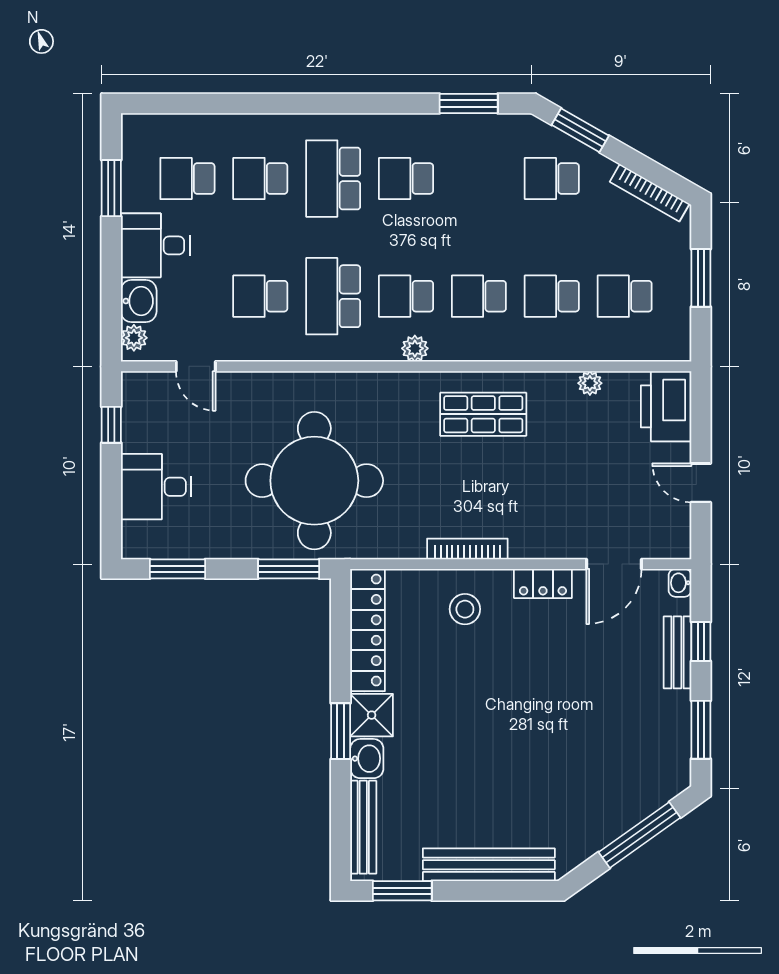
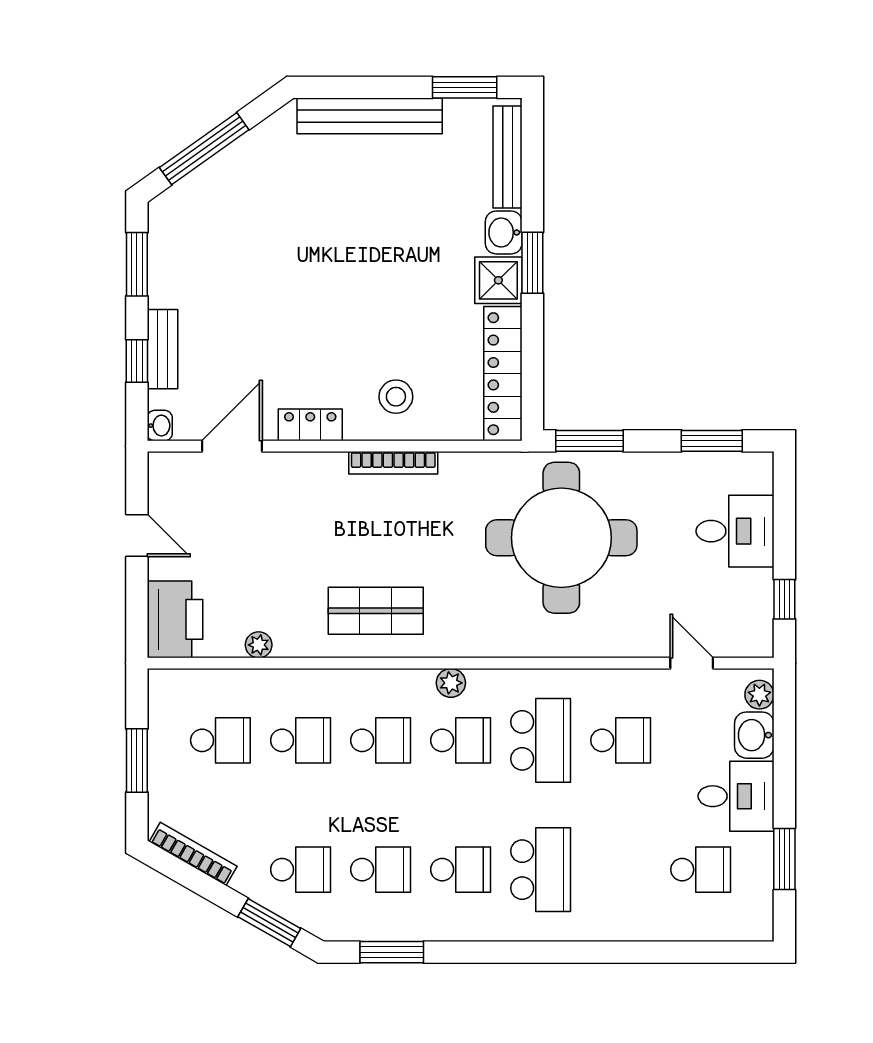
school desk: (260, 179) -> (381, 870), moved

